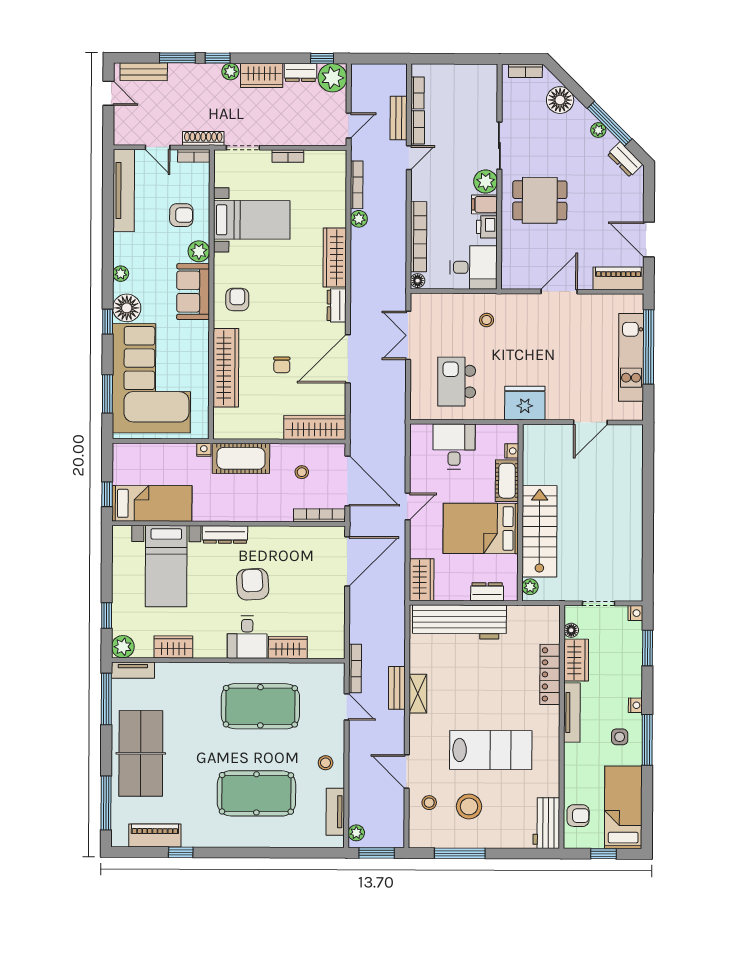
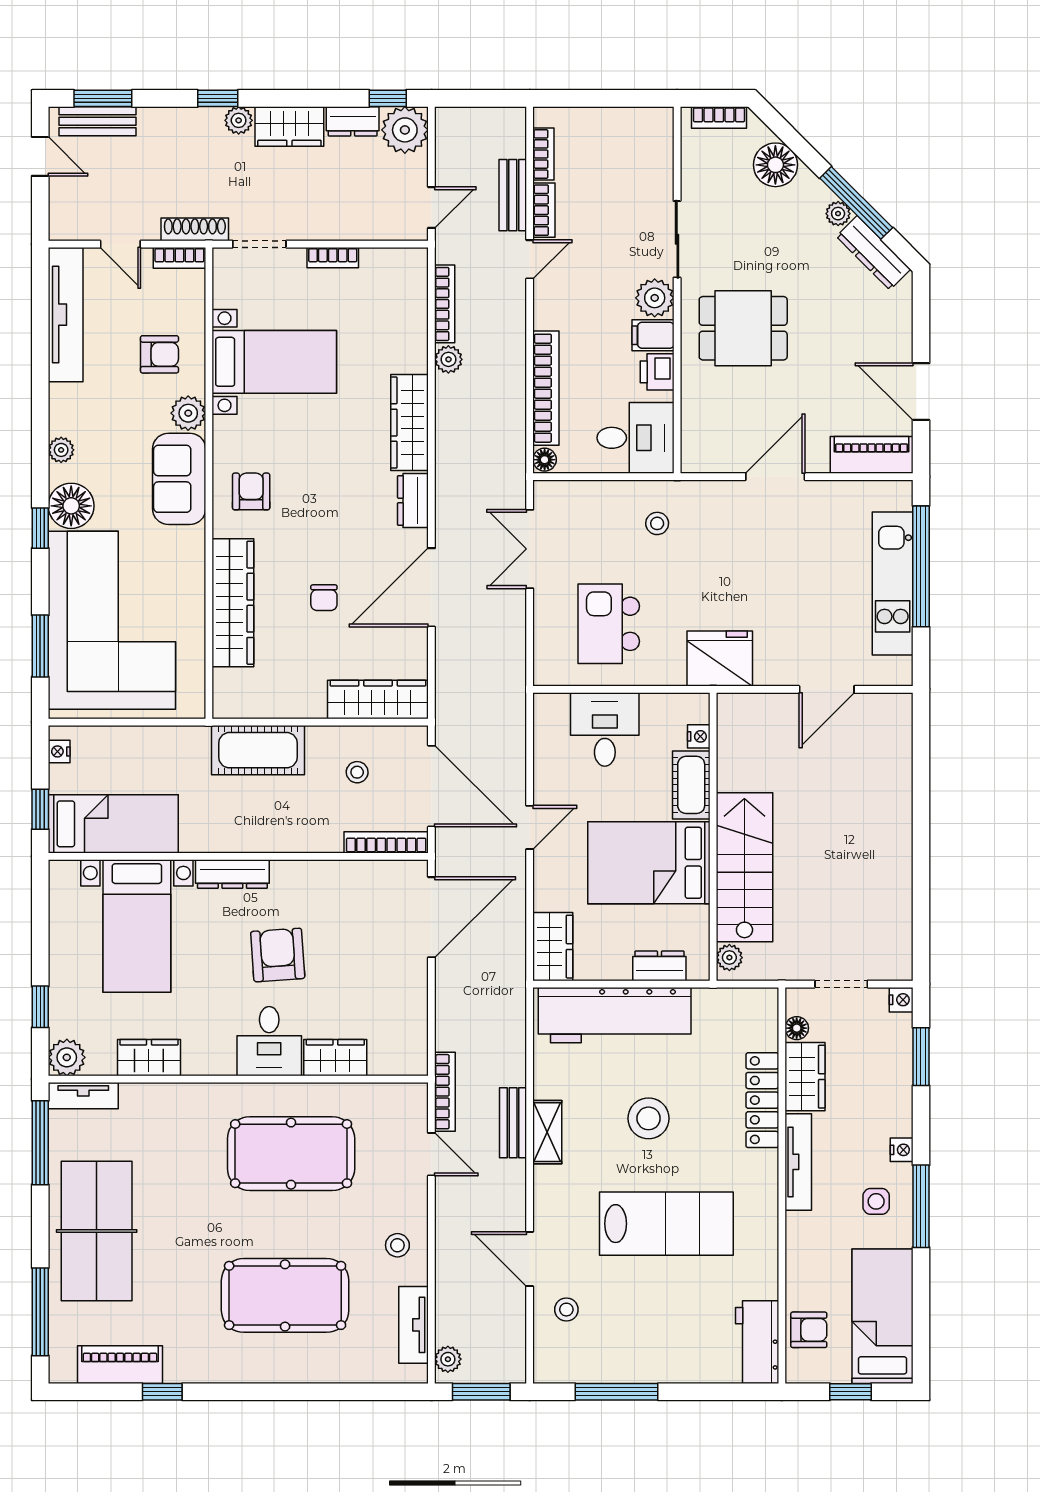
window: (177, 58) -> (103, 98), moved
dresser: (625, 159) -> (873, 253), width x1.44
nightstand: (204, 450) -> (59, 751), moved, turned -90
stool: (469, 806) -> (649, 1118), moved

